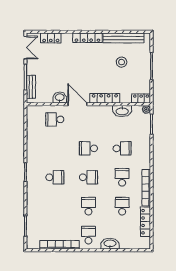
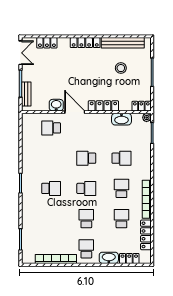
locker: (130, 244) -> (129, 258), added

